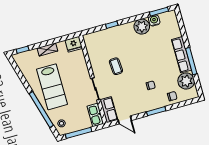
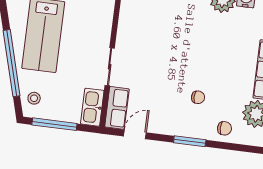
coffee table: (116, 66) -> (156, 45), removed
door: (125, 120) -> (135, 134), swing flipped

